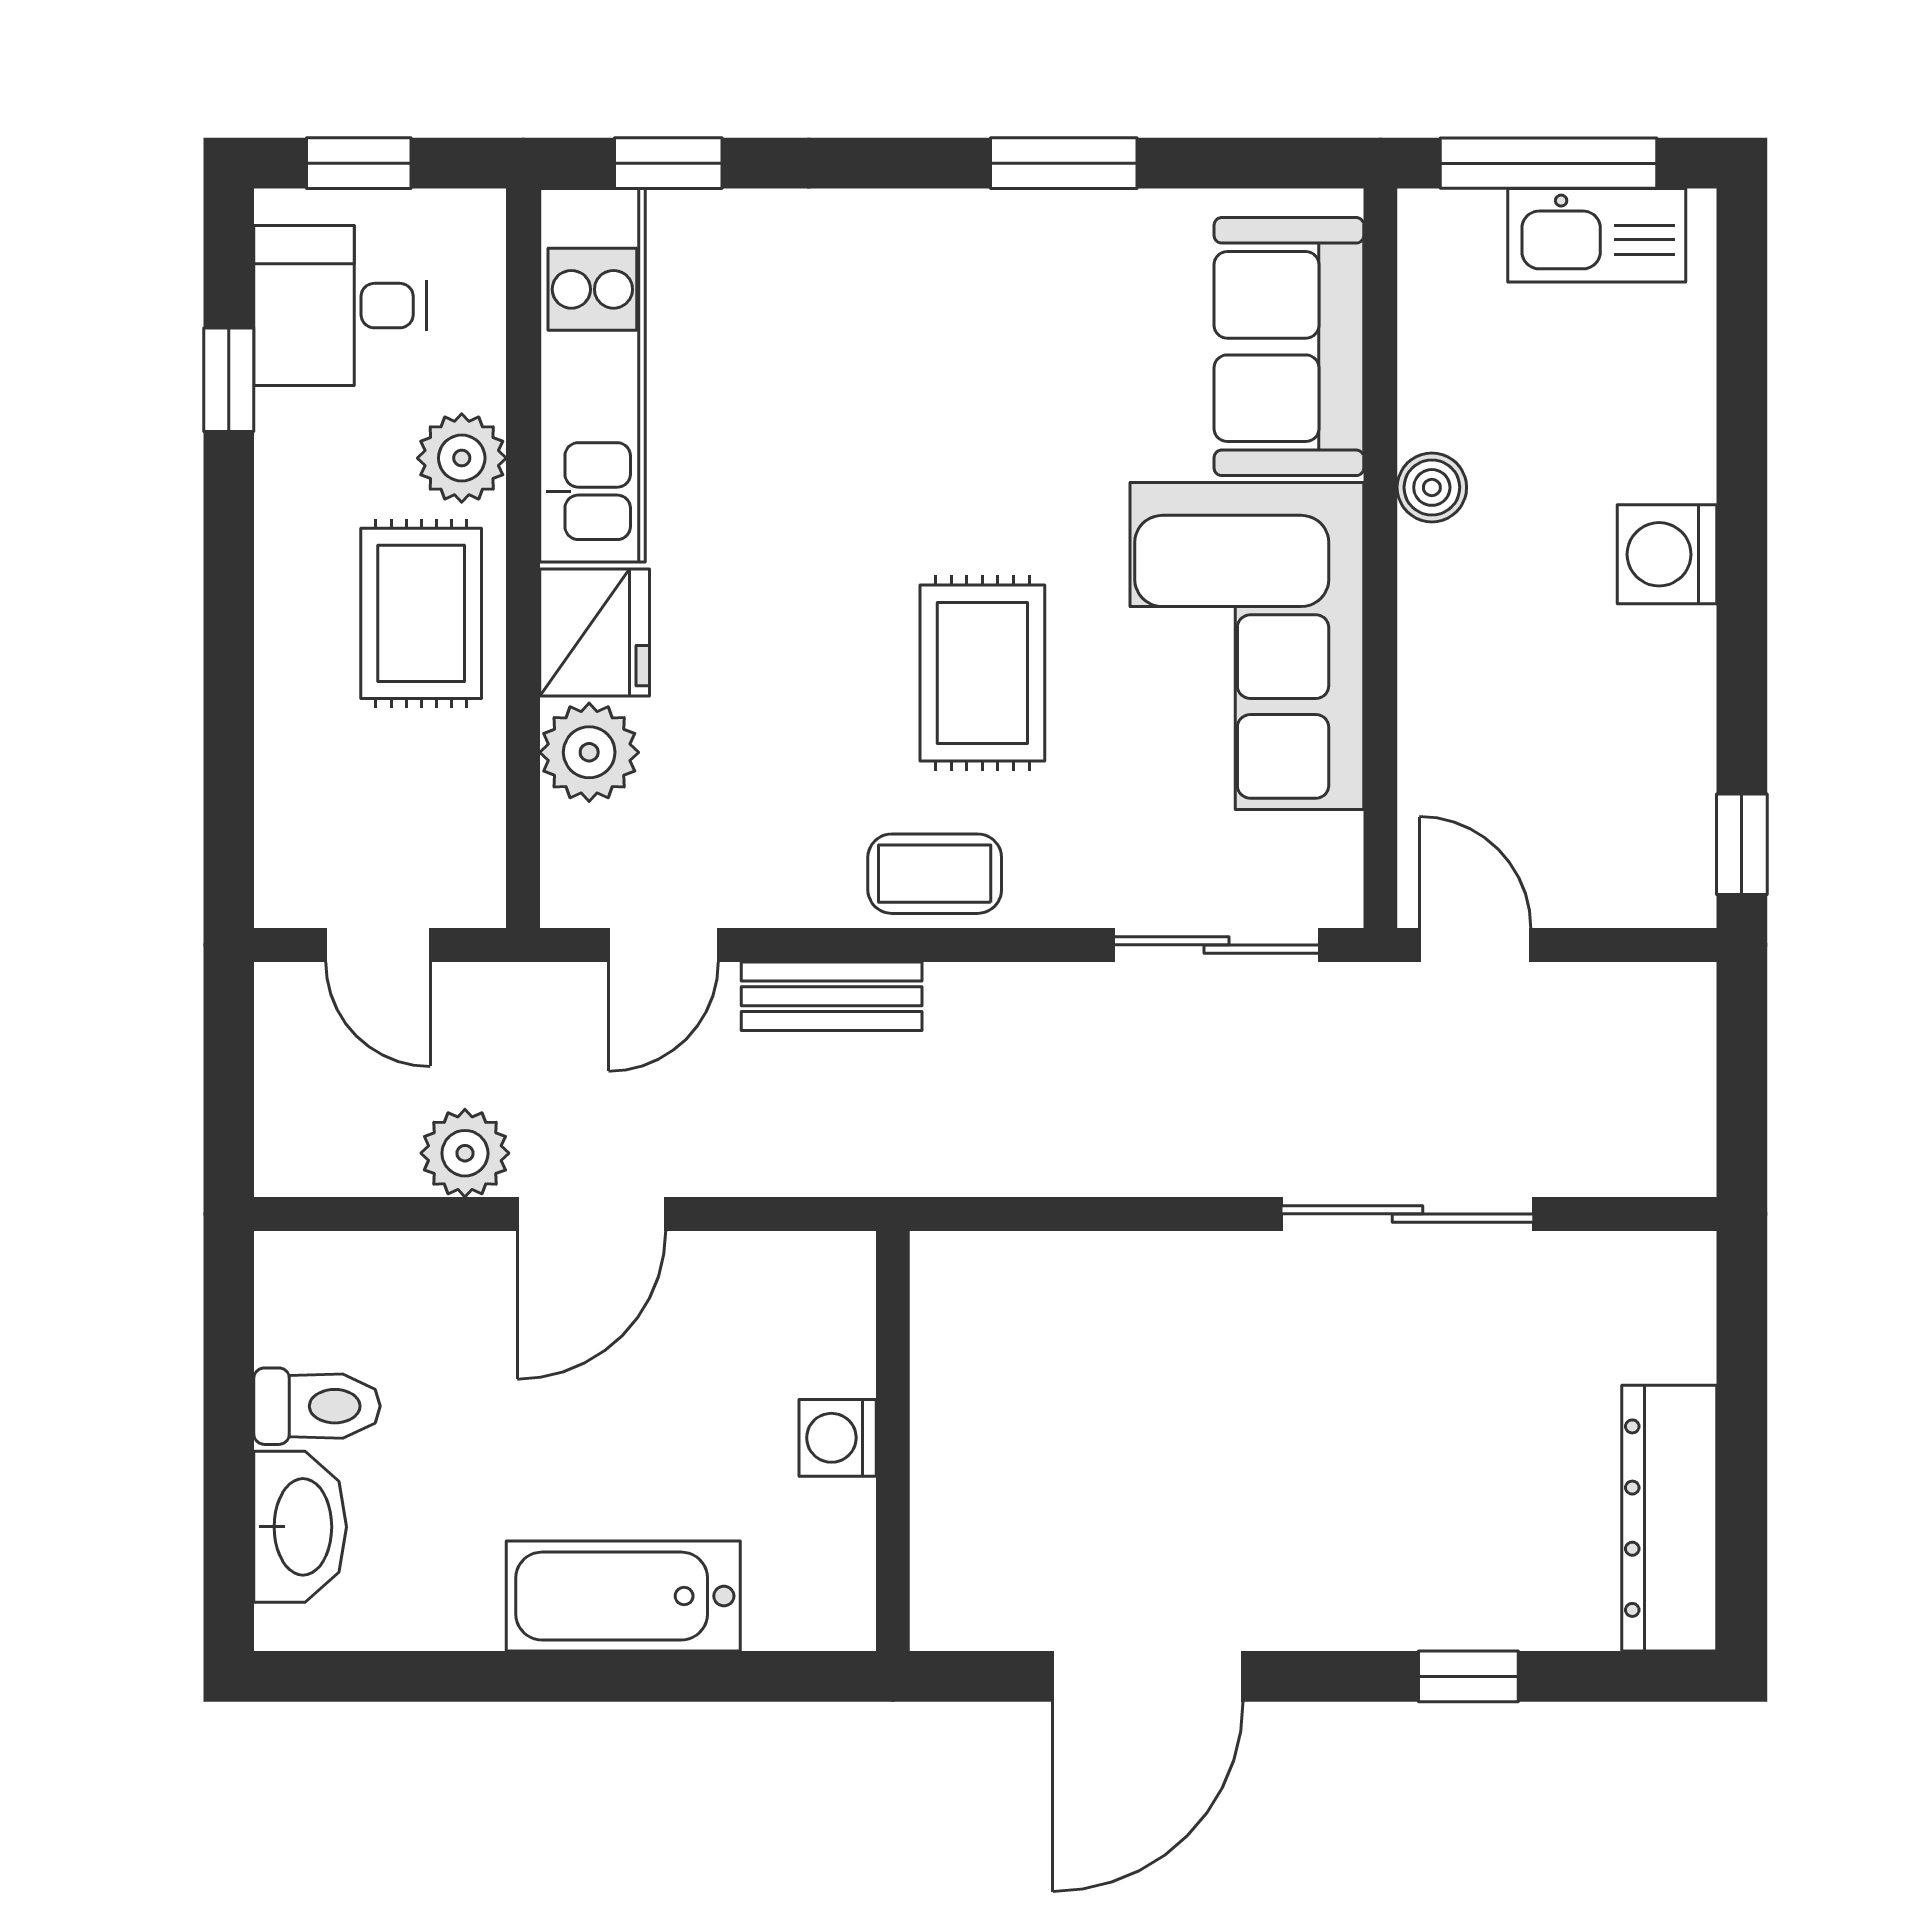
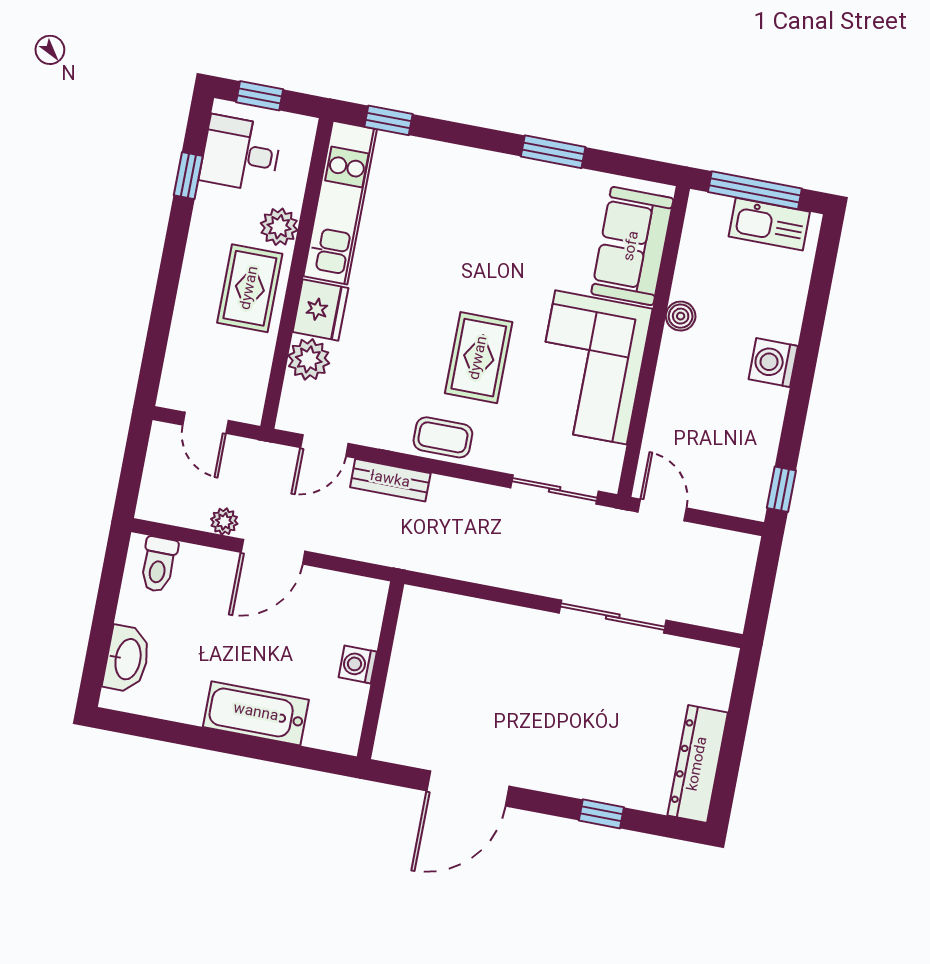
plant: (465, 1153) -> (224, 521), width x0.73, depth x0.73
toilet: (317, 1406) -> (159, 564), moved, turned 90

